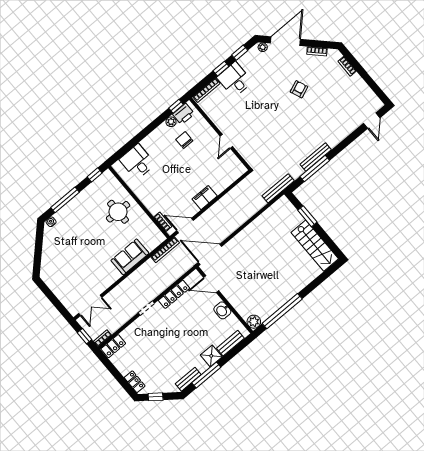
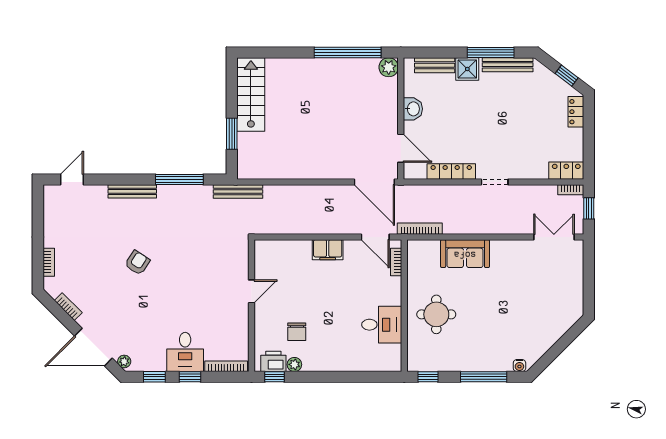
armchair: (299, 89) -> (137, 263), moved, turned 145
bench: (316, 157) -> (132, 191), moved
desk: (137, 162) -> (382, 325), moved, turned -90
bench: (188, 379) -> (508, 65), width x1.36

